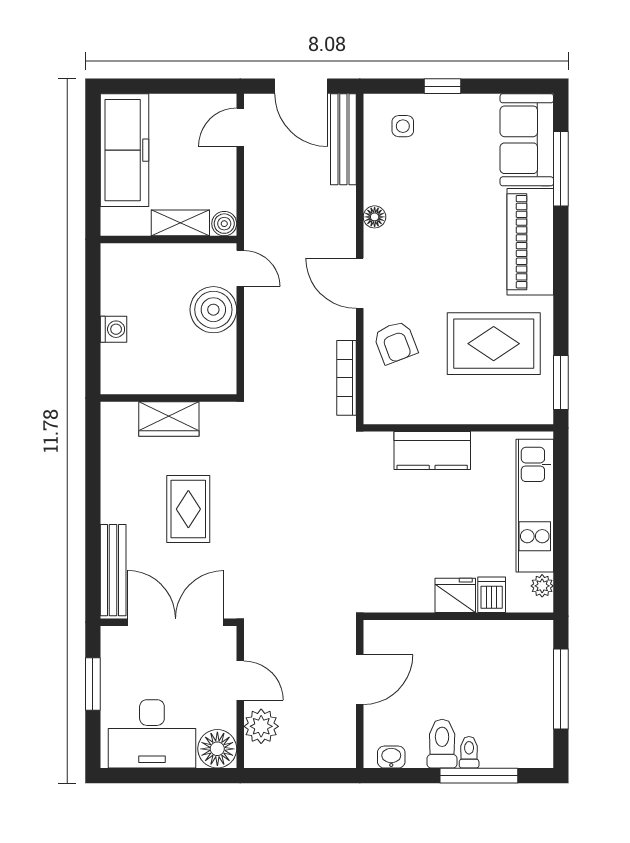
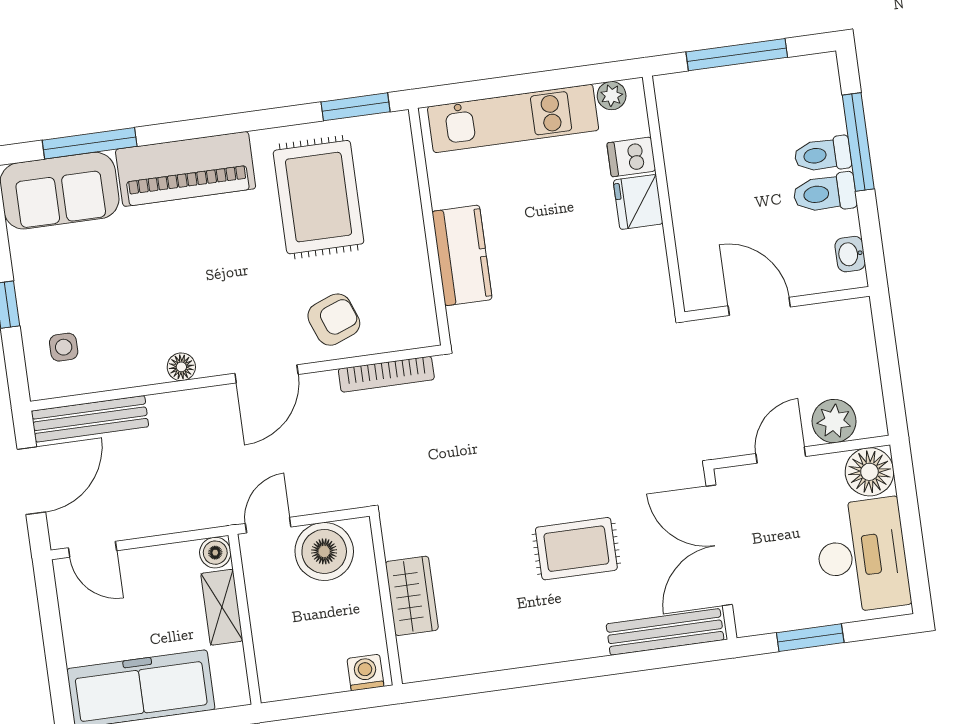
wall: (168, 398) -> (386, 600), moved
wardrobe: (169, 419) -> (412, 596), moved
toilet: (469, 752) -> (823, 155), width x1.37, depth x1.39

